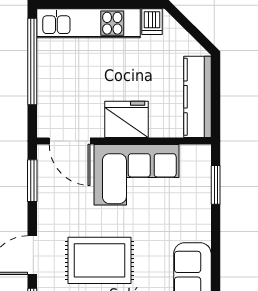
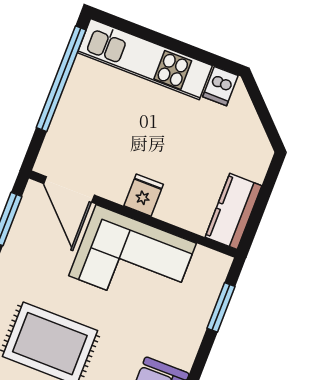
kitchen counter: (197, 97) -> (233, 211), width x0.67
fridge: (126, 119) -> (144, 195), width x0.53, depth x0.75

